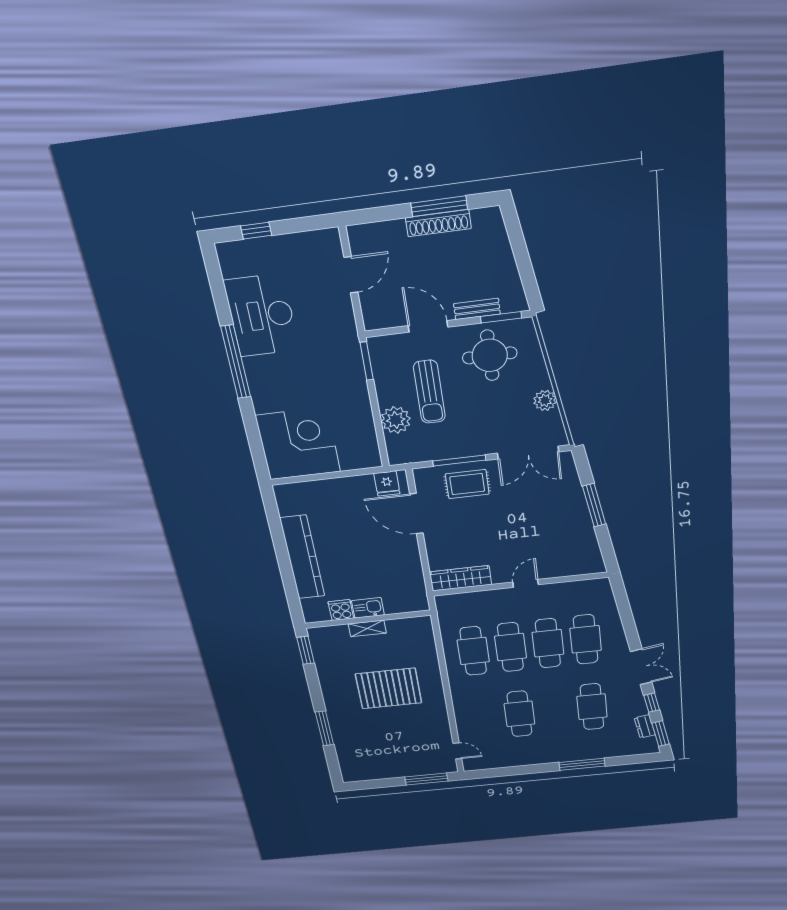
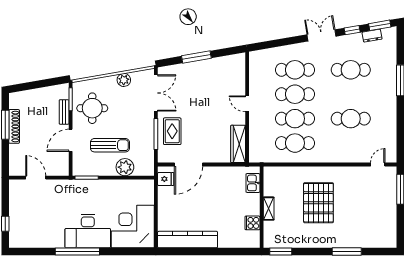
desk: (262, 315) -> (88, 231), moved
kitchen counter: (302, 557) -> (188, 240), moved
kitchen sink: (368, 608) -> (253, 183), moved

